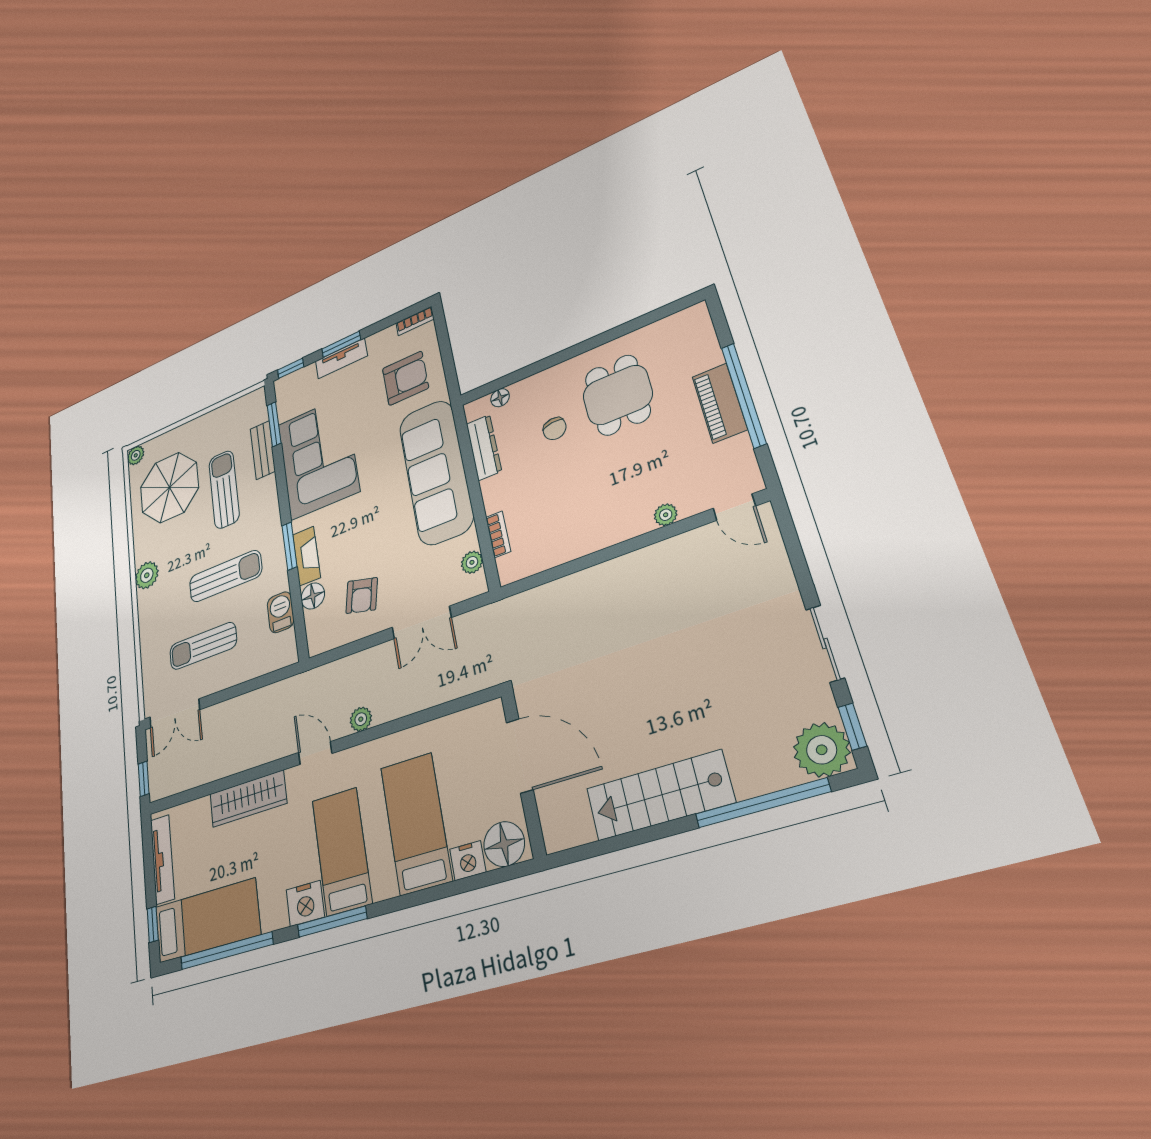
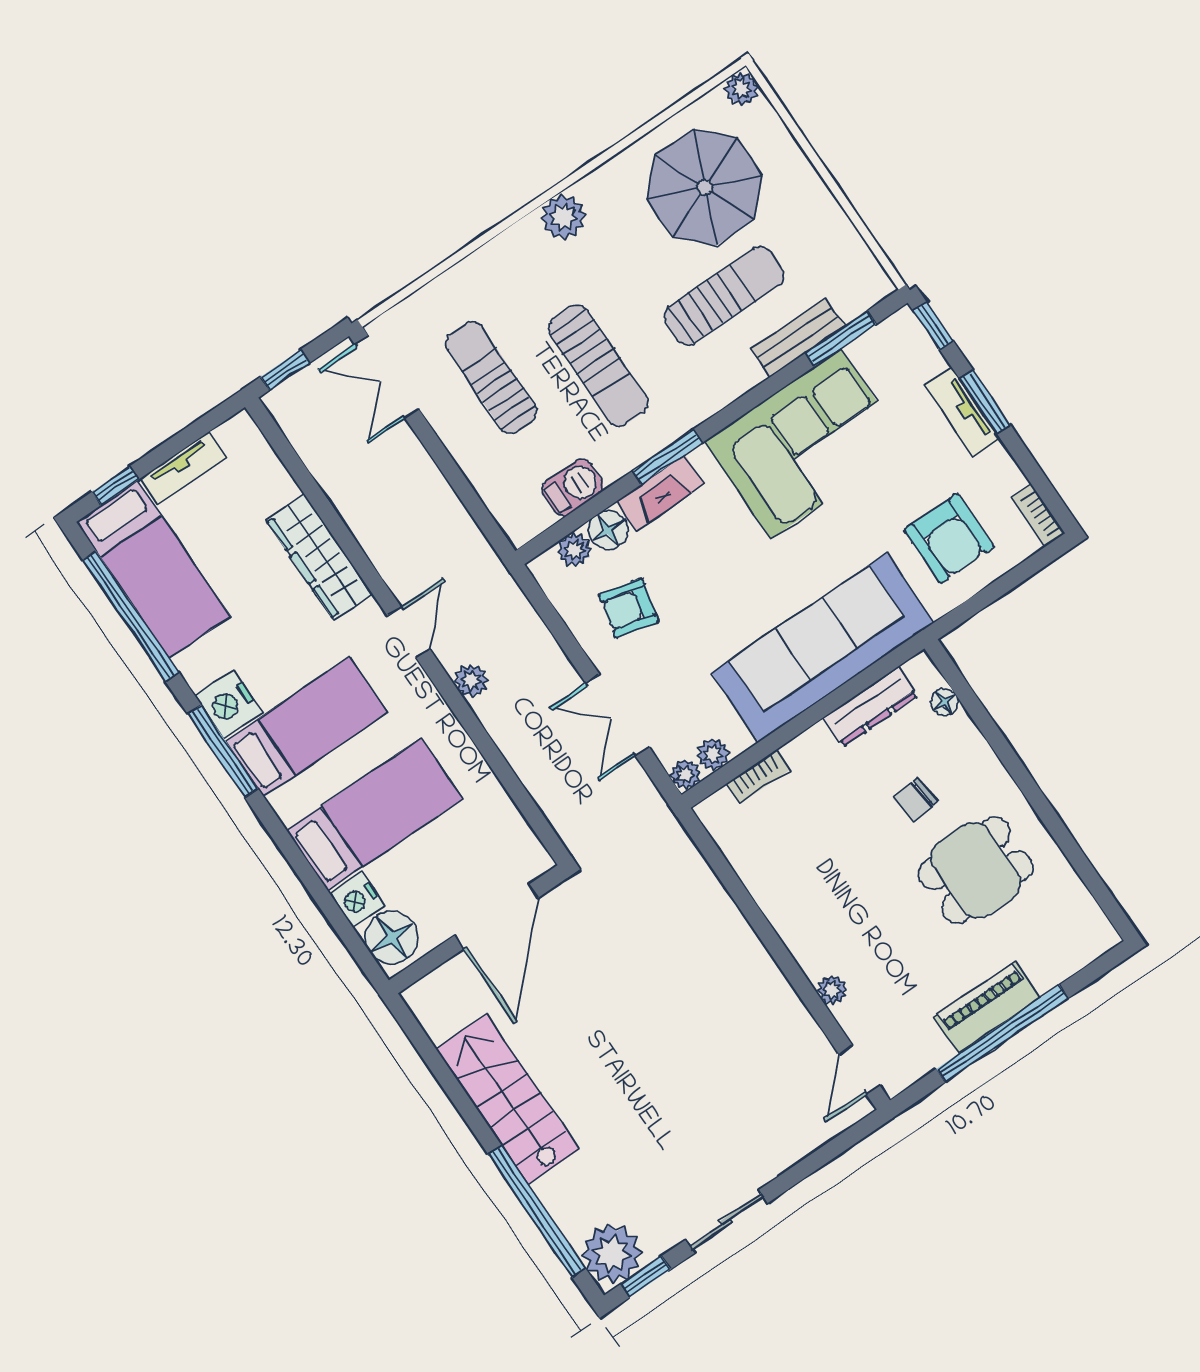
plant: (477, 585) -> (685, 774), added
plant: (315, 622) -> (575, 550), added
tv unit: (162, 859) -> (184, 468), width x0.71

